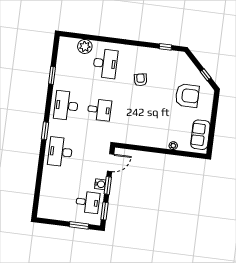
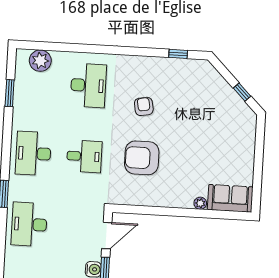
plant: (85, 46) -> (40, 61), moved
window: (52, 75) -> (10, 93), moved
armchair: (187, 96) -> (142, 158), moved, turned 180
sofa: (200, 135) -> (230, 198), moved, turned 90

